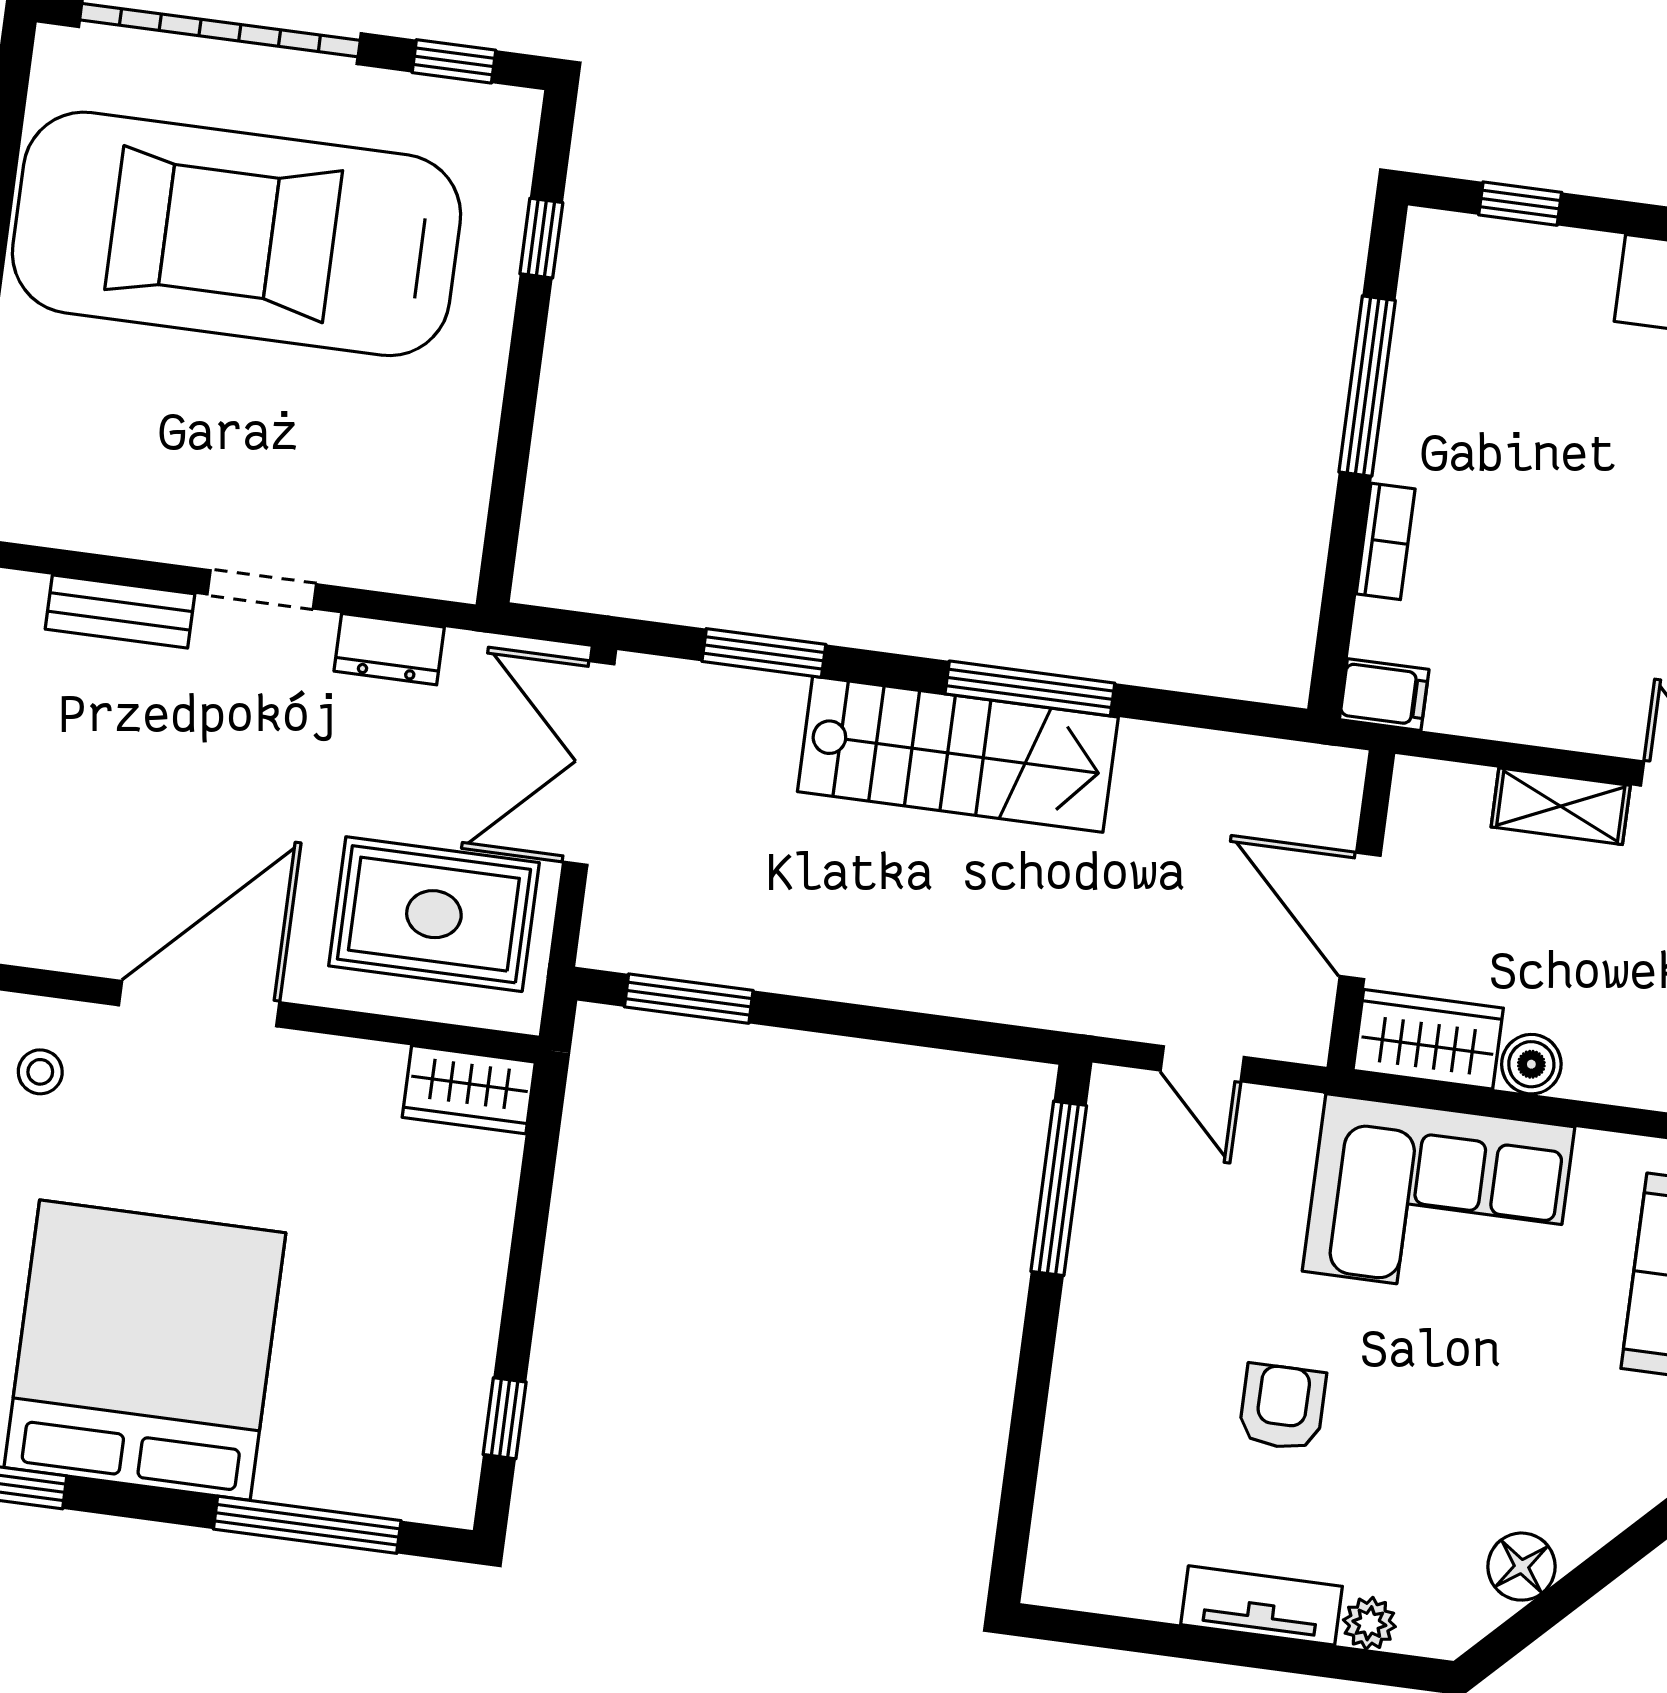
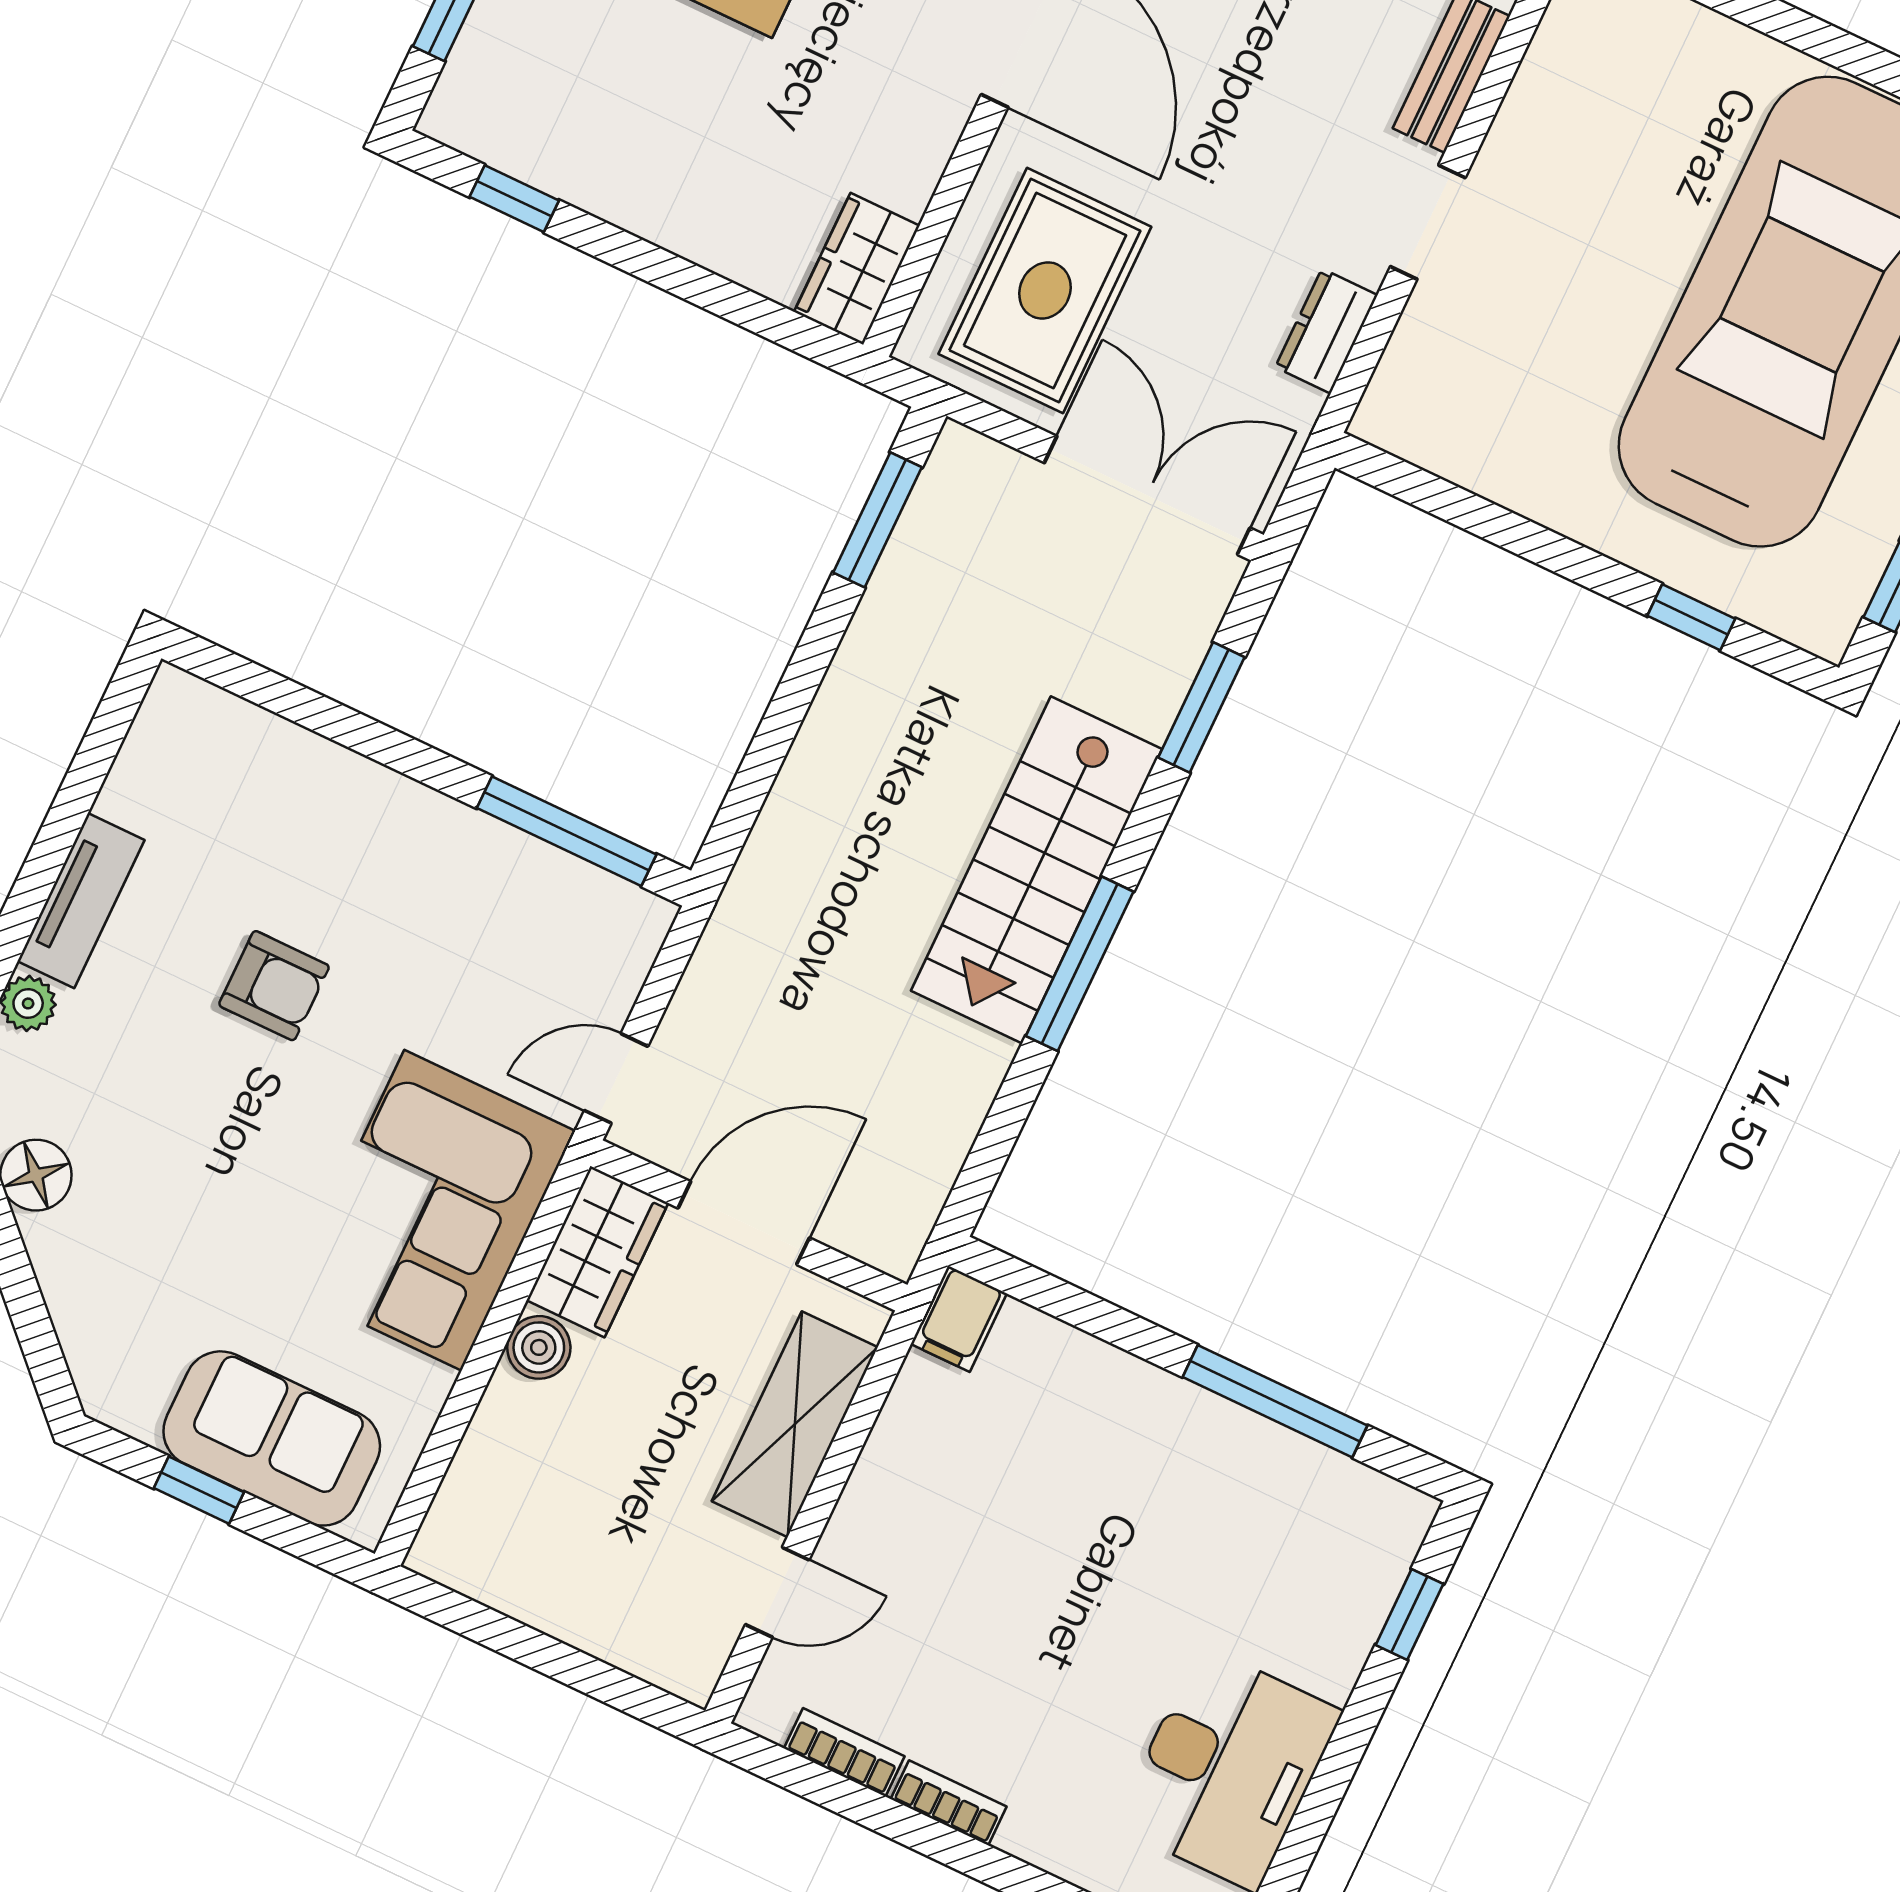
bookcase: (1386, 541) -> (1113, 1370), removed
shelving: (1561, 806) -> (795, 1424), width x1.50, depth x1.33
door: (1202, 1064) -> (616, 1078), moved

